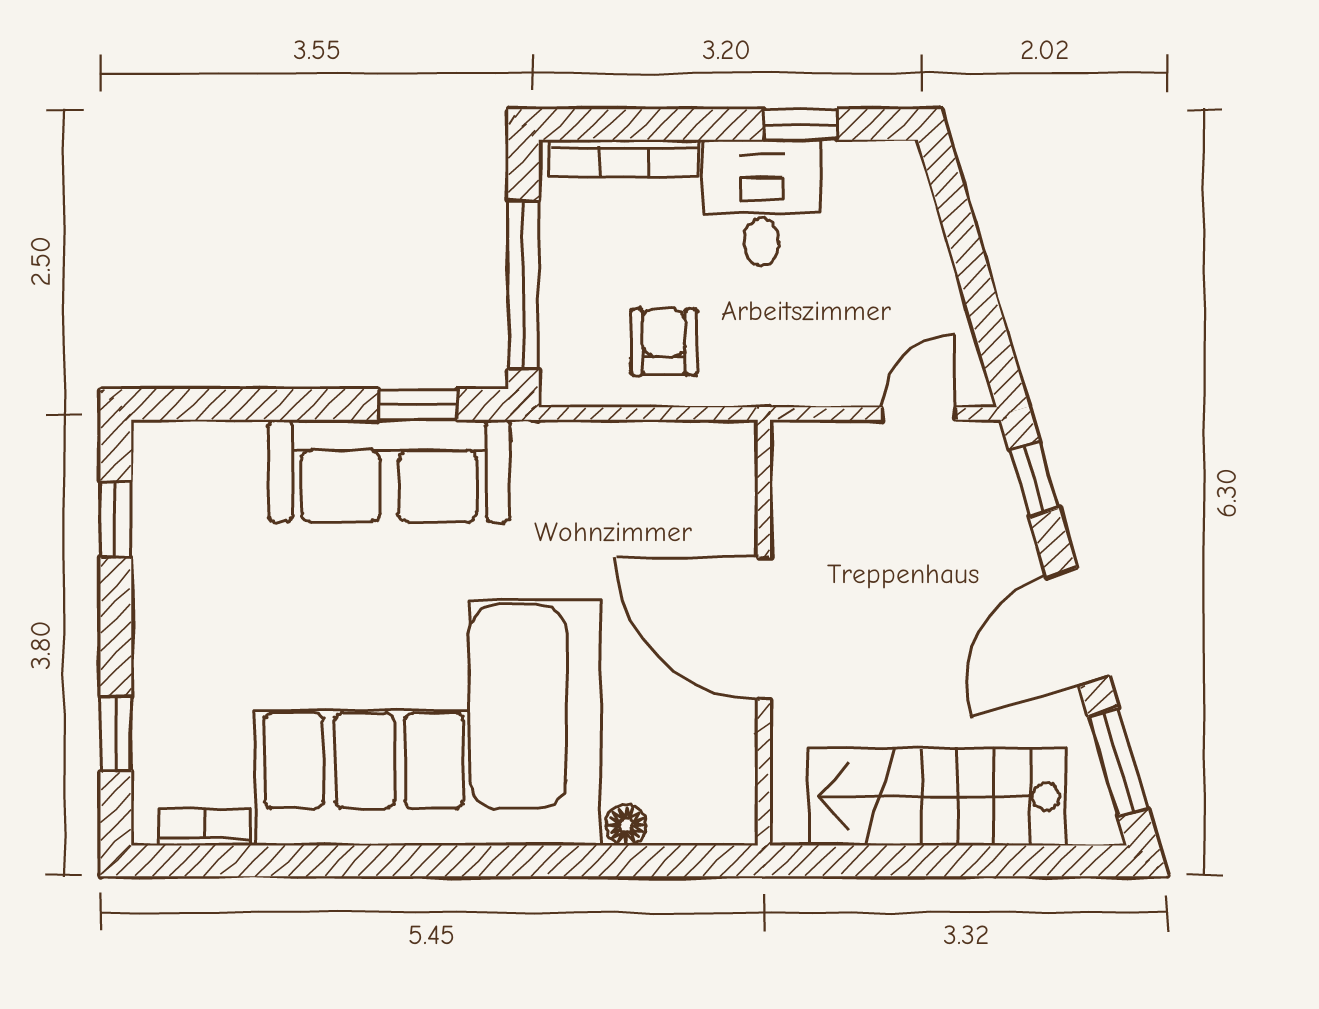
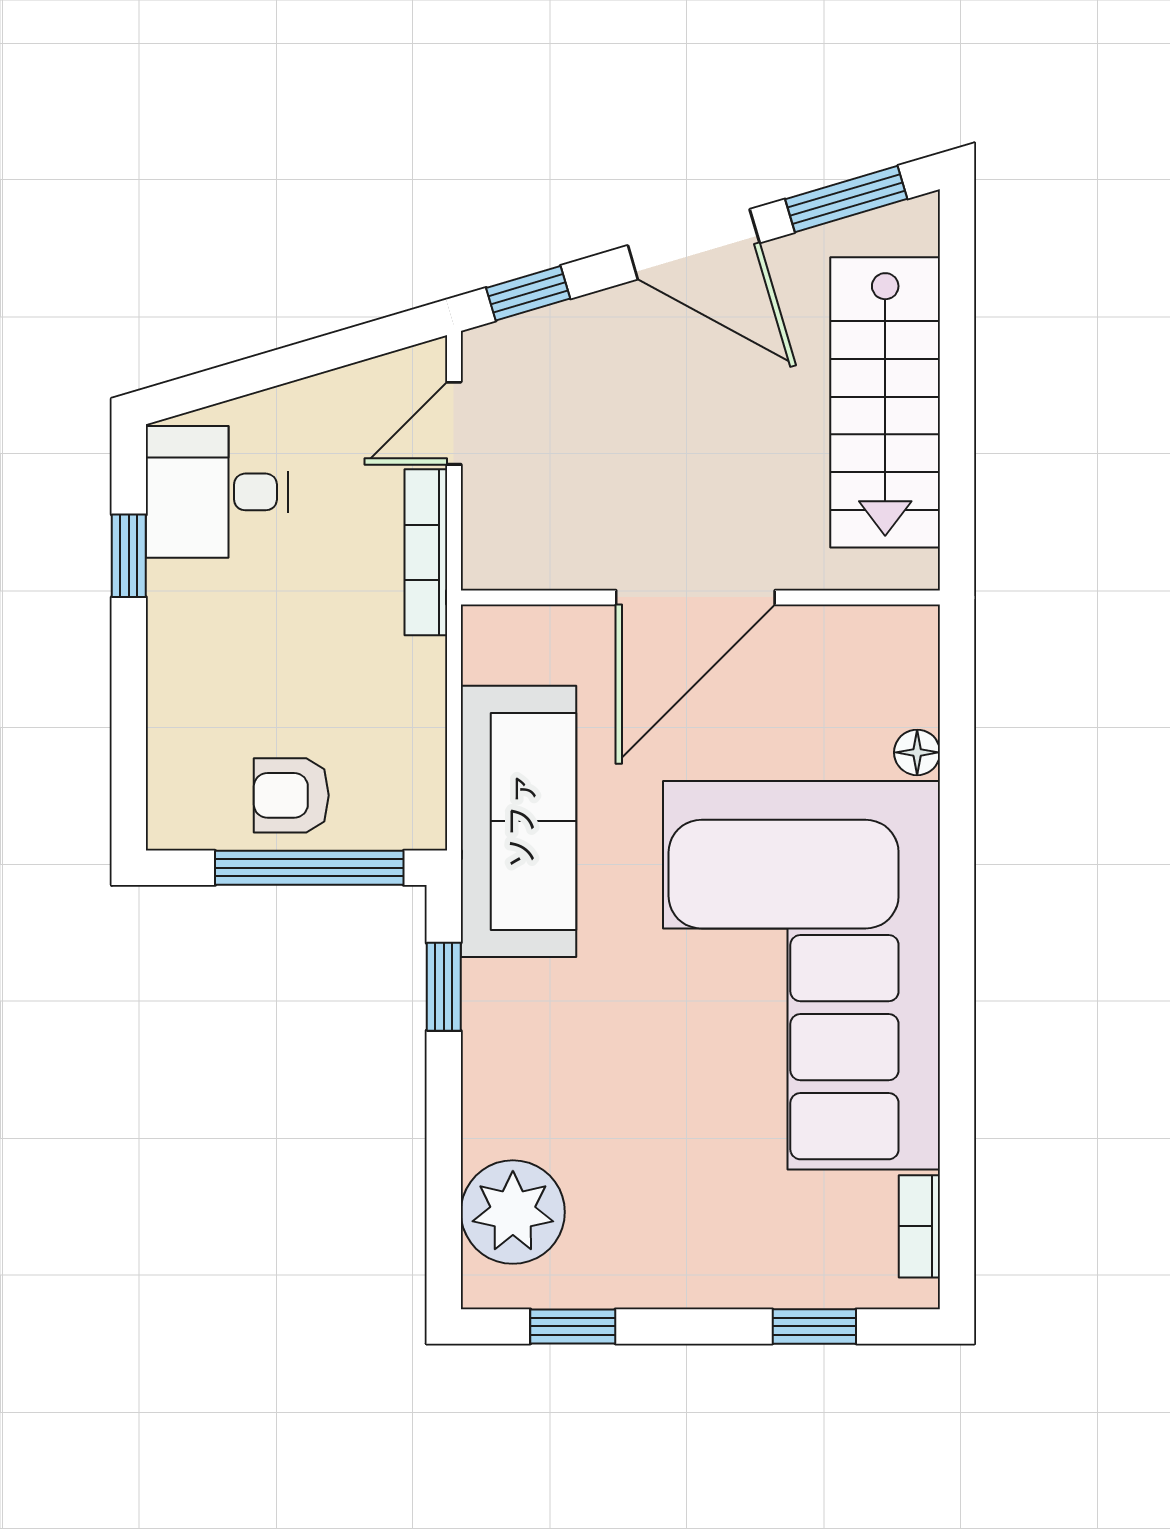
bookcase: (624, 159) -> (426, 552), moved, turned 180
desk: (761, 203) -> (217, 492), moved
armchair: (664, 342) -> (291, 795), moved
door: (919, 414) -> (454, 423), hinge flipped
plant: (218, 466) -> (513, 1212), added
sofa: (389, 471) -> (519, 821), moved

